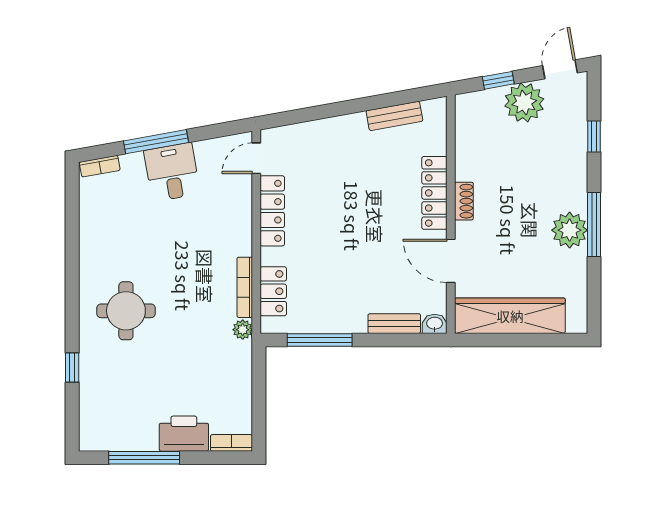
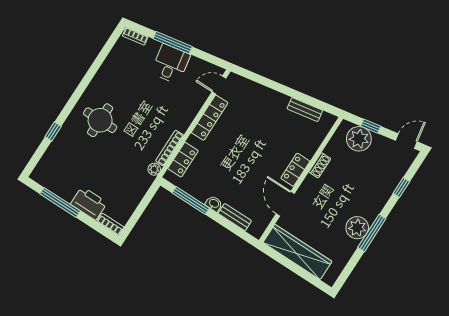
plant: (524, 103) -> (359, 139), moved
locker: (434, 193) -> (295, 170), width x0.66
shoe rack: (464, 201) -> (320, 165), moved
washbasin: (435, 324) -> (214, 204), moved

